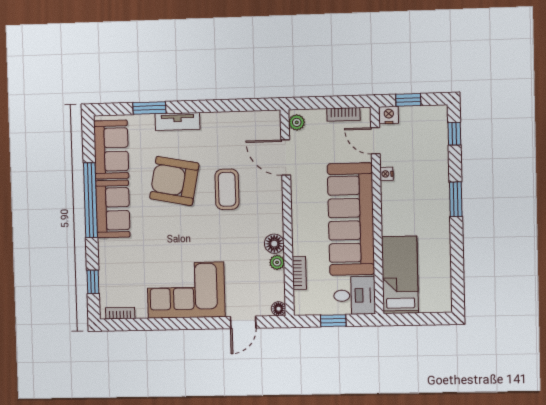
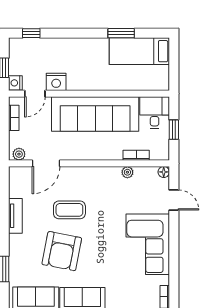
tv unit: (178, 121) -> (15, 216), moved
nightstand: (386, 174) -> (56, 82), width x1.89, depth x1.79
window: (456, 199) -> (121, 33), moved
floor lamp: (274, 244) -> (113, 174), removed
bed: (400, 275) -> (139, 51), moved

